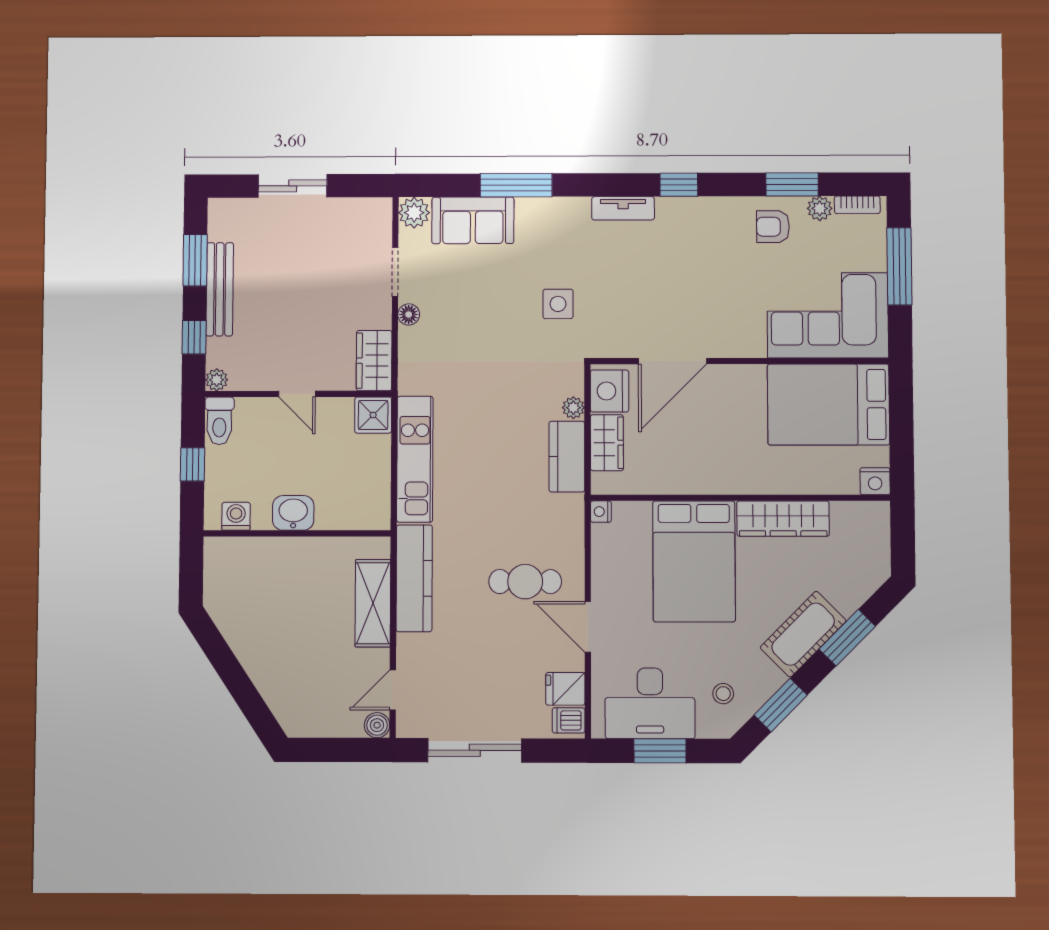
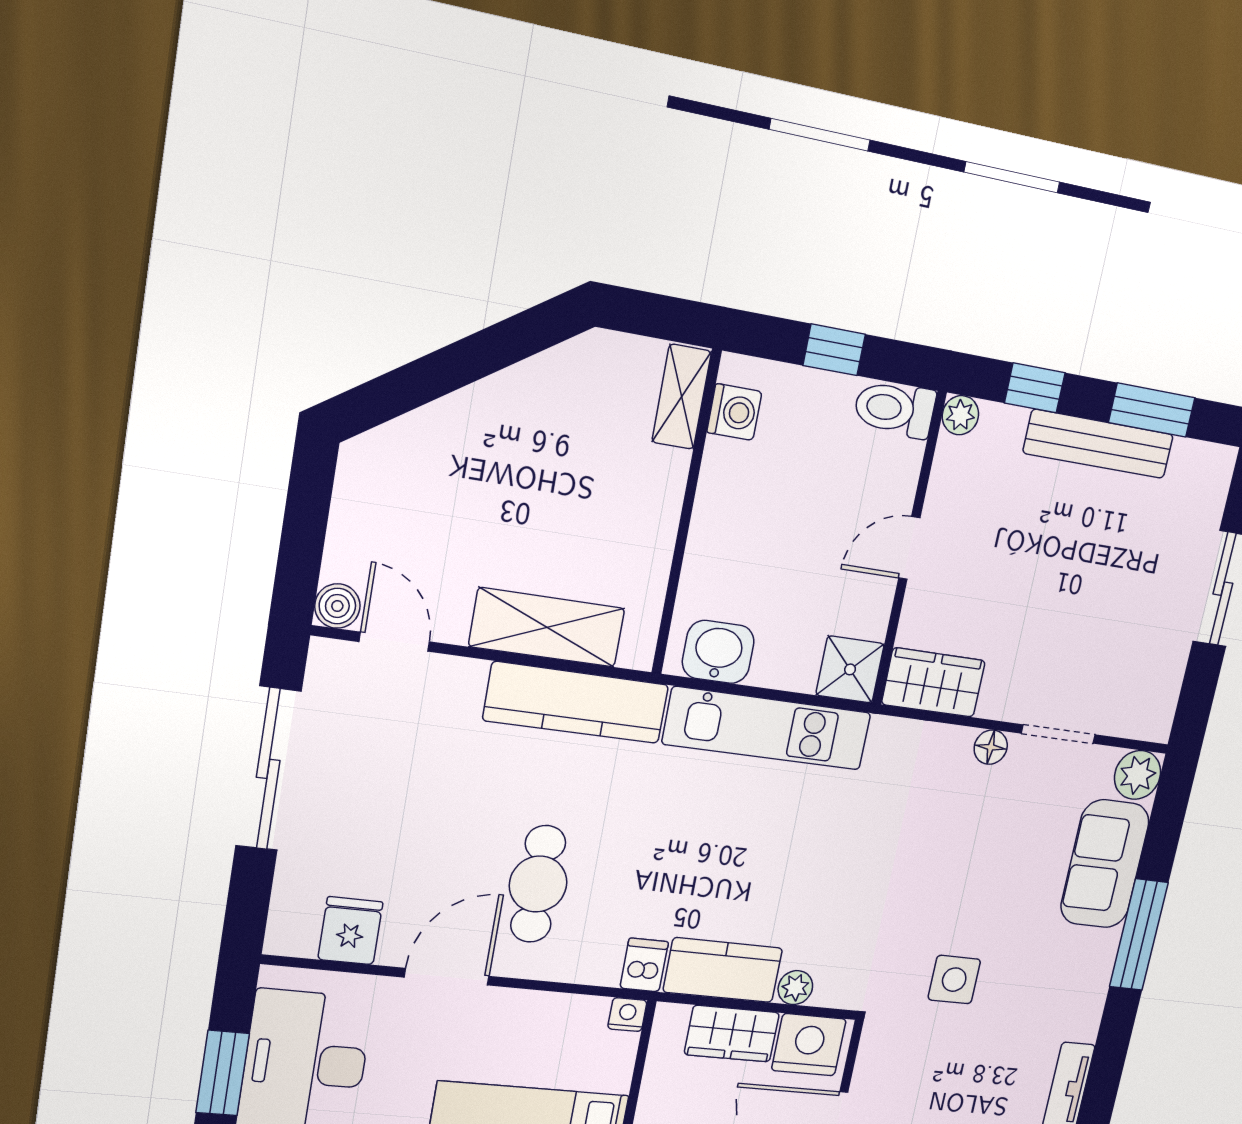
washbasin: (293, 513) -> (718, 652), moved, turned -90
shelving: (232, 549) -> (682, 397), added
dishwasher: (569, 720) -> (644, 965), moved

